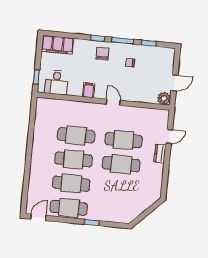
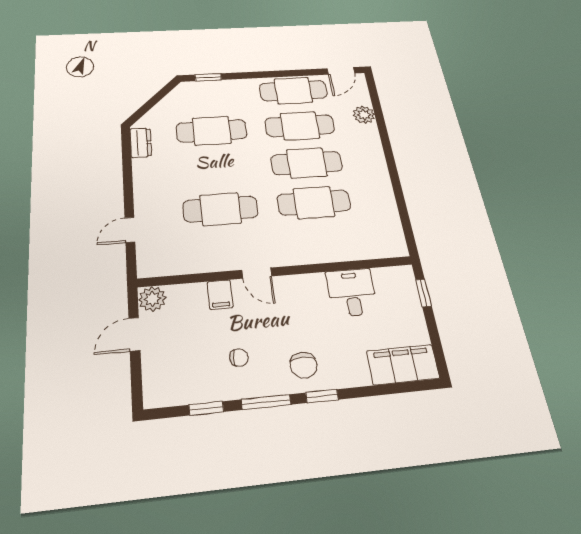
desk: (56, 82) -> (352, 292), moved
filing cabinet: (89, 90) -> (220, 295), moved
dresser: (160, 153) -> (141, 143), moved
cafe table: (121, 164) -> (212, 131), moved
plant: (34, 185) -> (364, 115), added
window: (92, 223) -> (208, 77), moved

